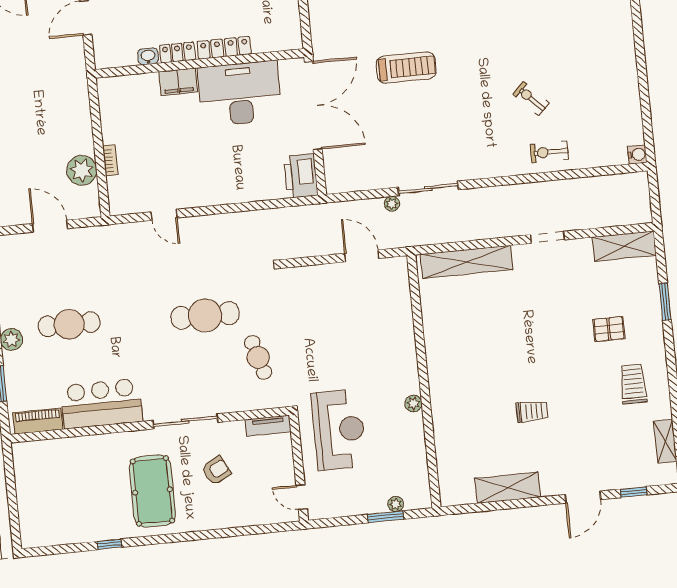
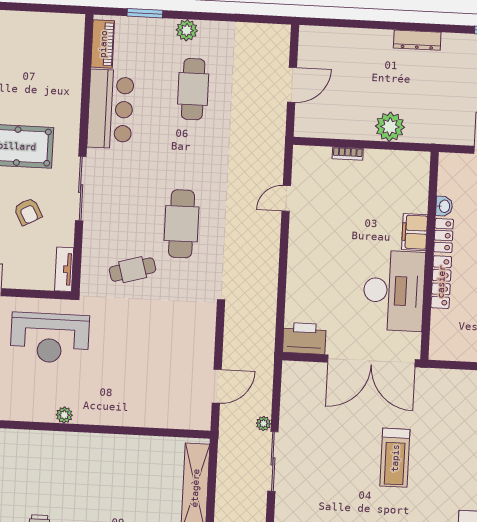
plant: (82, 170) -> (390, 127), moved

